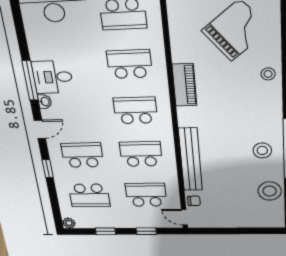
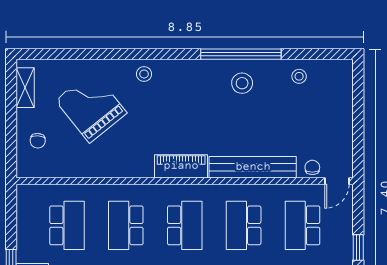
piano: (184, 85) -> (181, 166), moved
school desk: (135, 110) -> (185, 225), turned 180
stool: (270, 191) -> (299, 76), width x0.53, depth x0.53
window: (146, 231) -> (358, 247), moved

